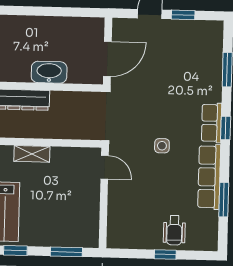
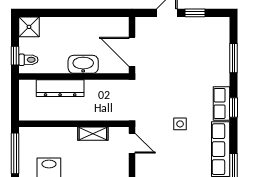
door: (107, 59) -> (132, 52), swing flipped
shelving: (32, 154) -> (93, 134), moved

